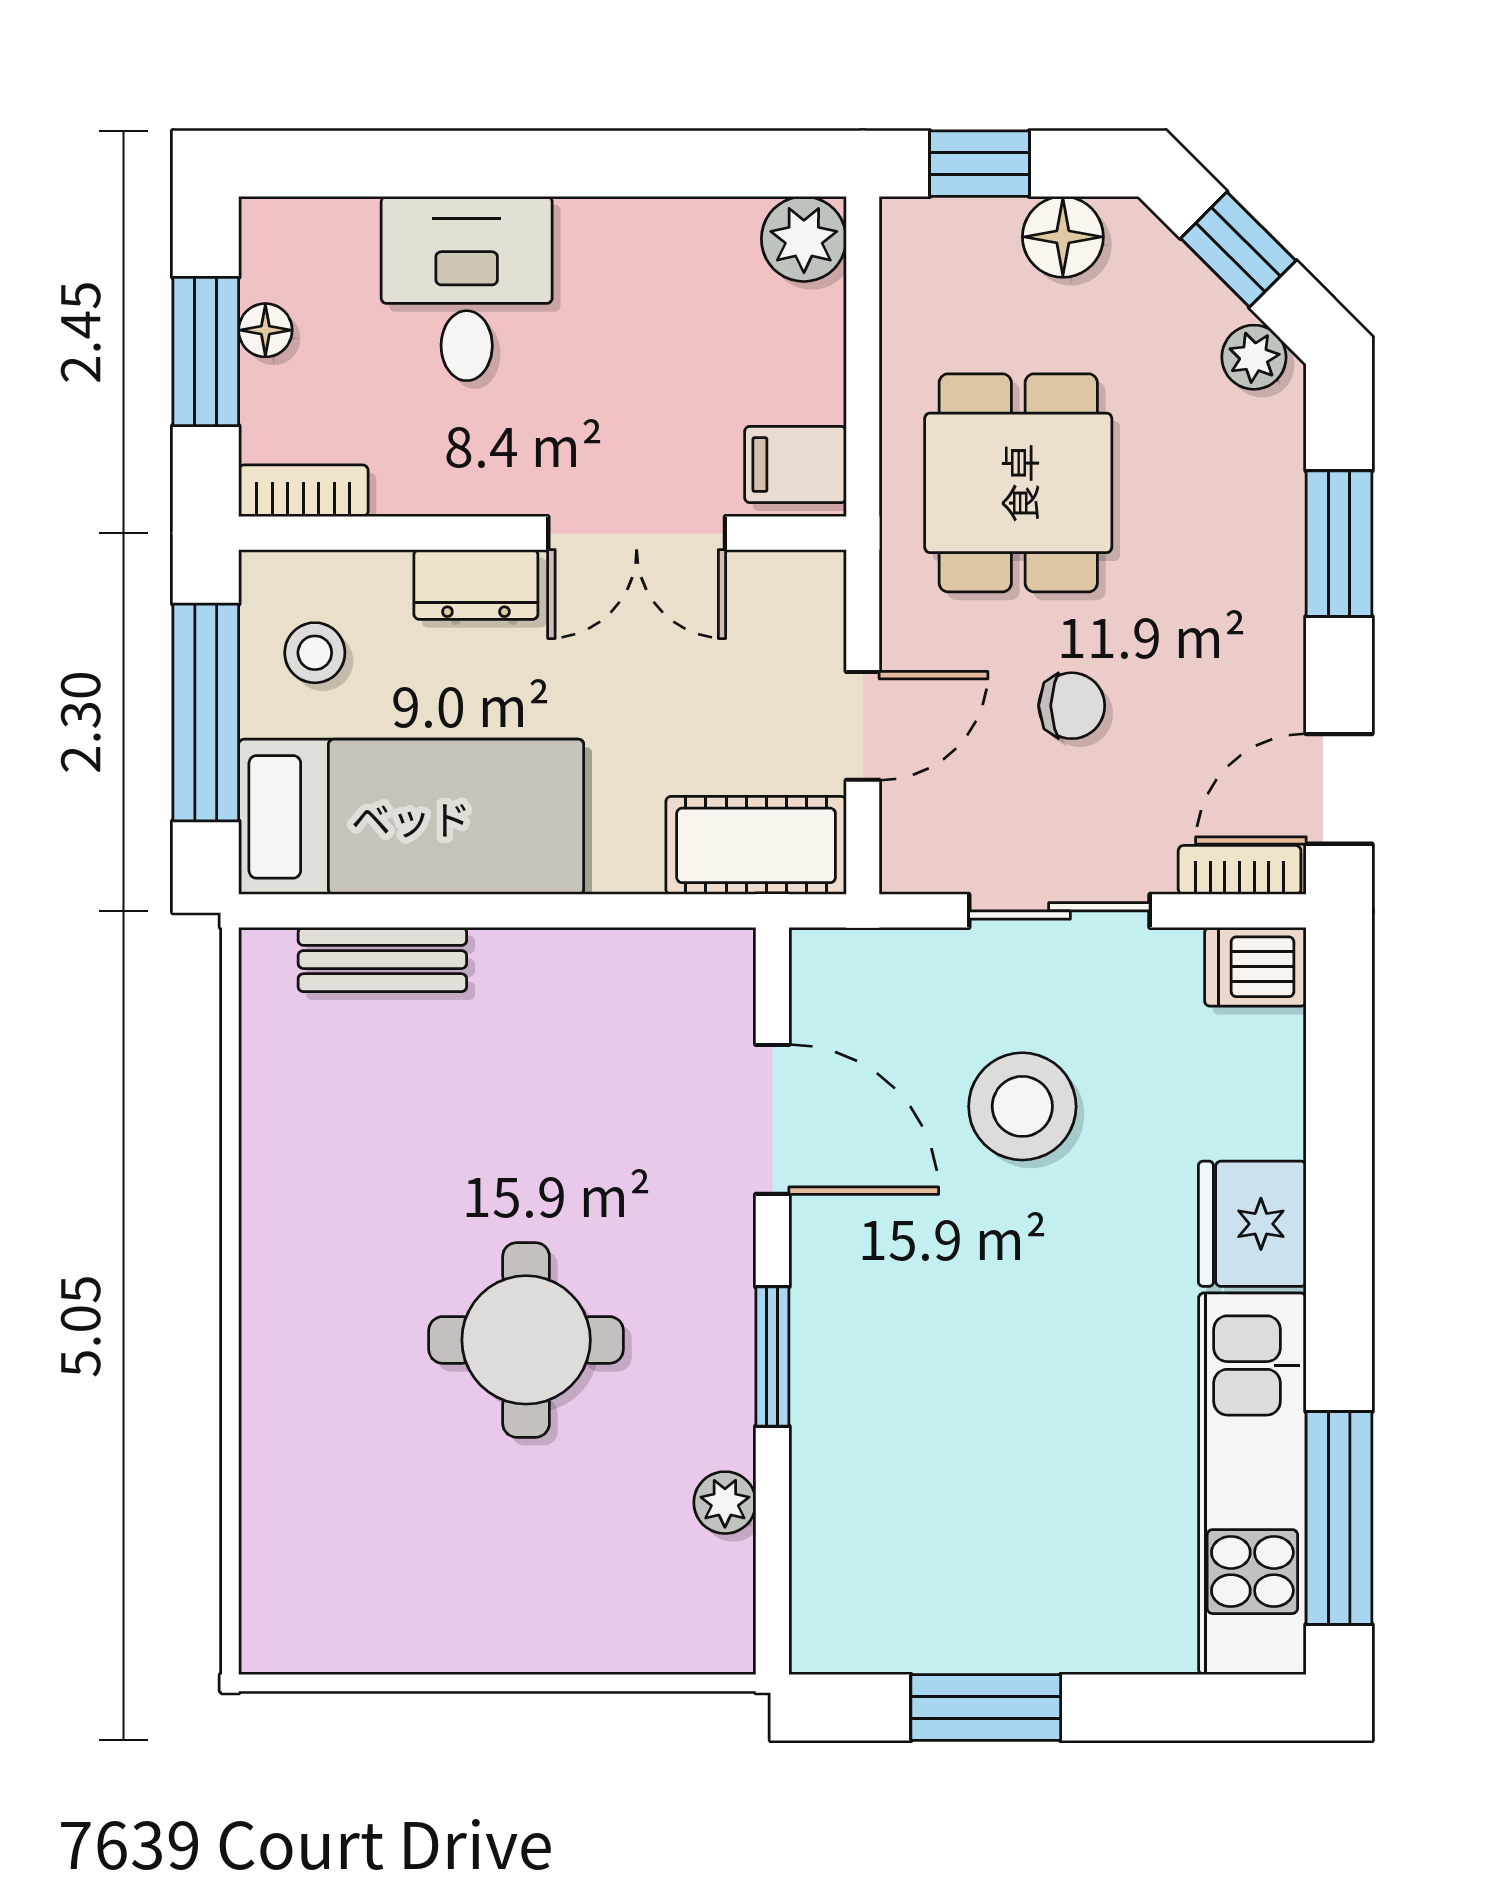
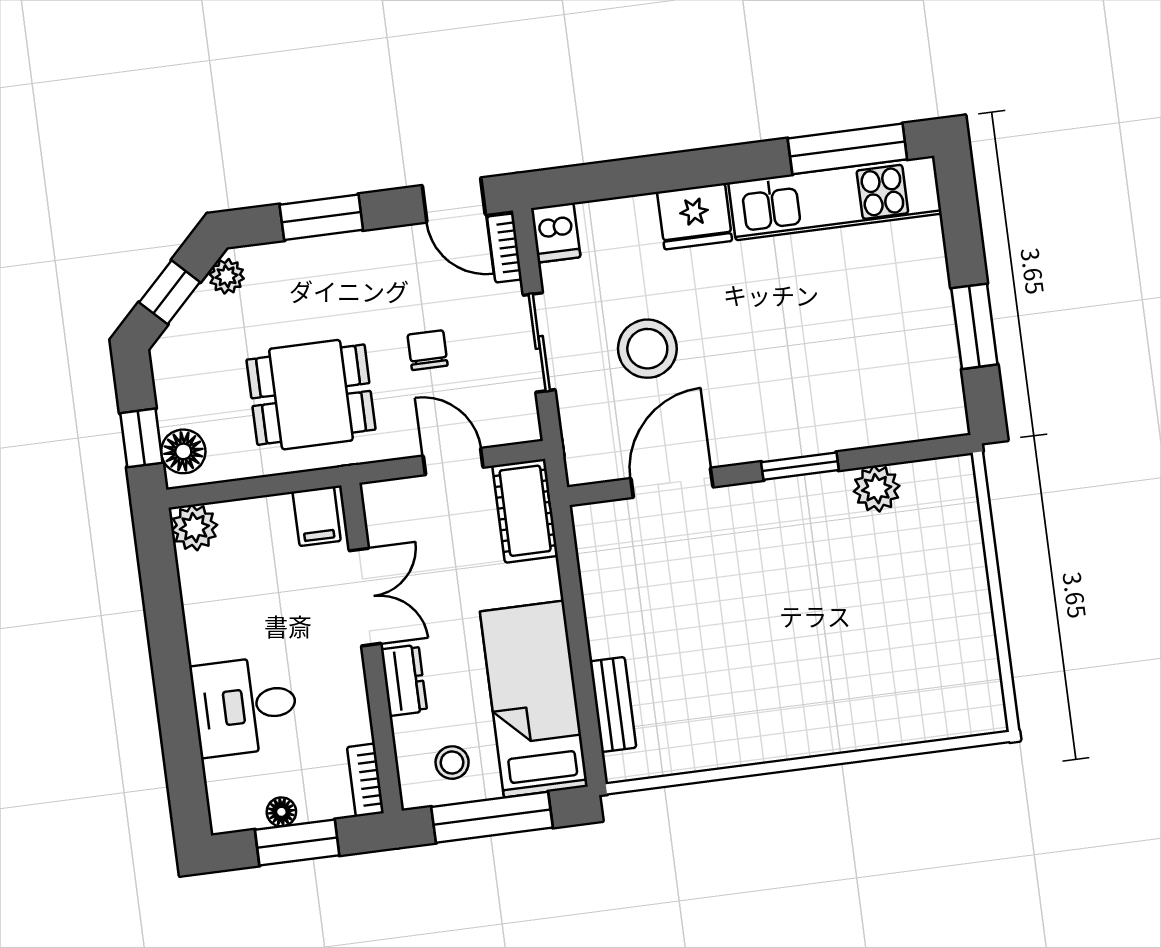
floor lamp: (1063, 237) -> (183, 451), moved
round table: (526, 1340) -> (808, 600), removed
plant: (725, 1503) -> (877, 489), width x1.38, depth x1.38

